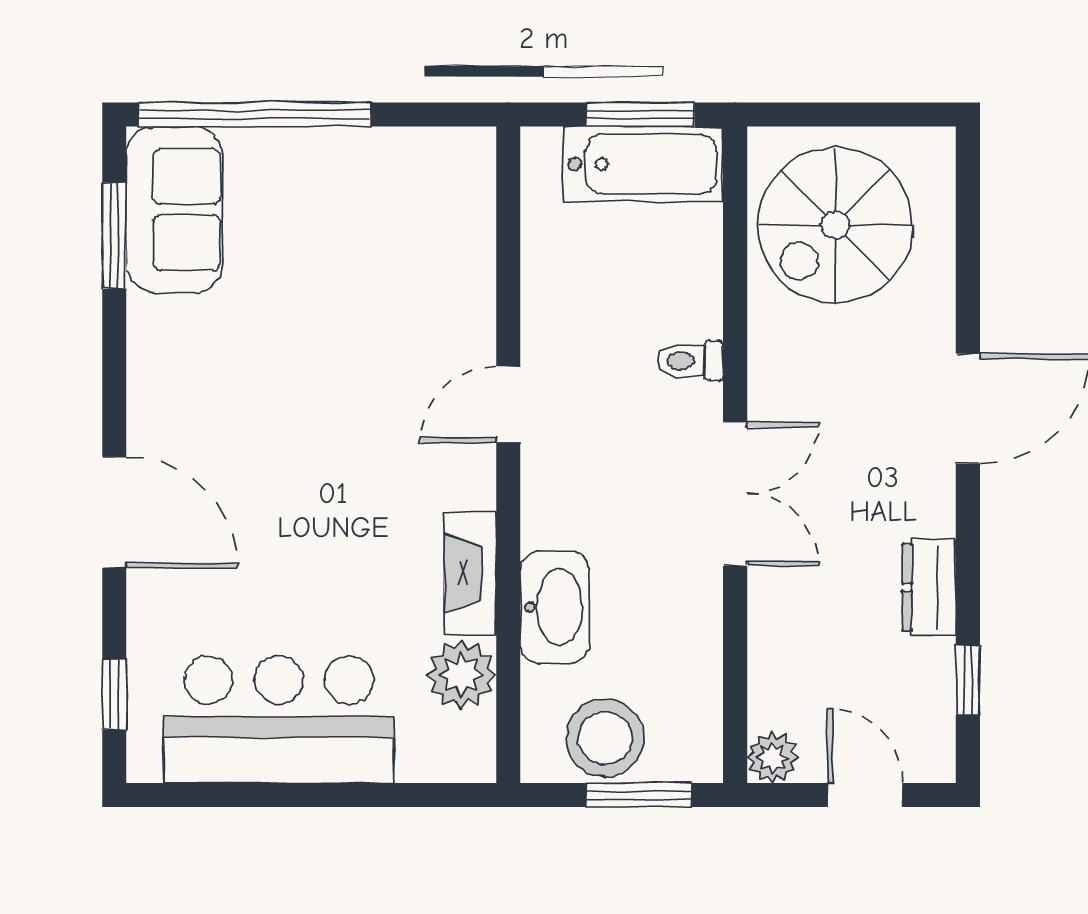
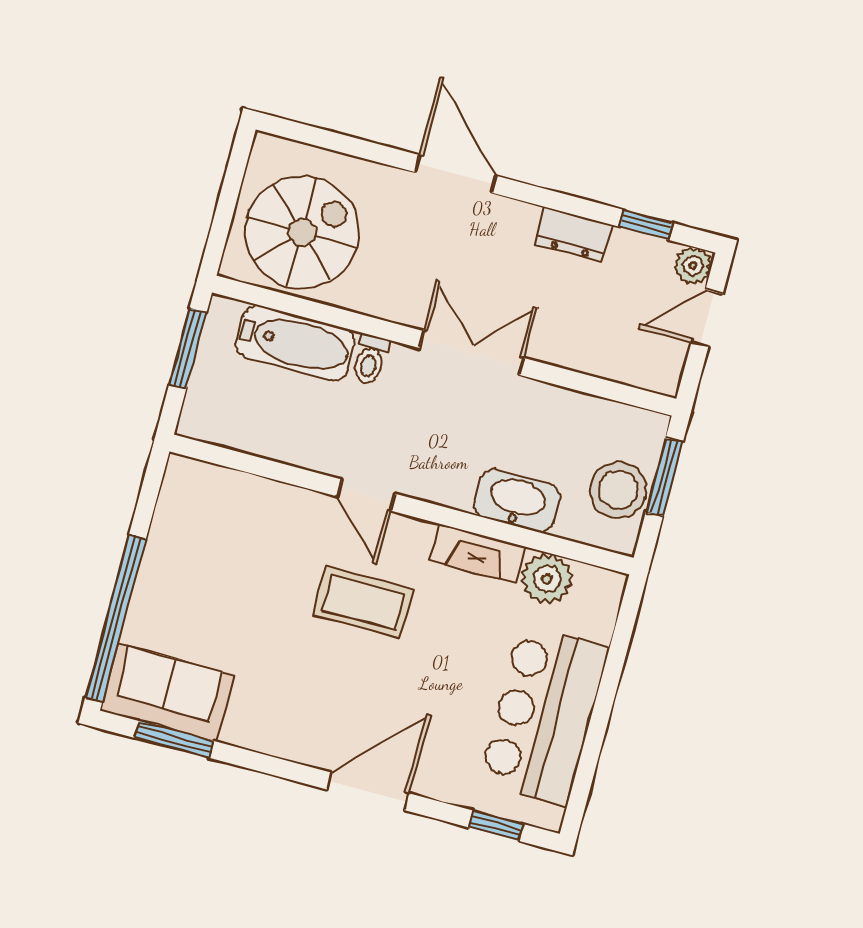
bathtub: (643, 164) -> (296, 343), moved, turned 90
spiral stairs: (835, 225) -> (302, 232), turned -90
coffee table: (364, 439) -> (363, 602), added
plant: (773, 758) -> (693, 266), moved

